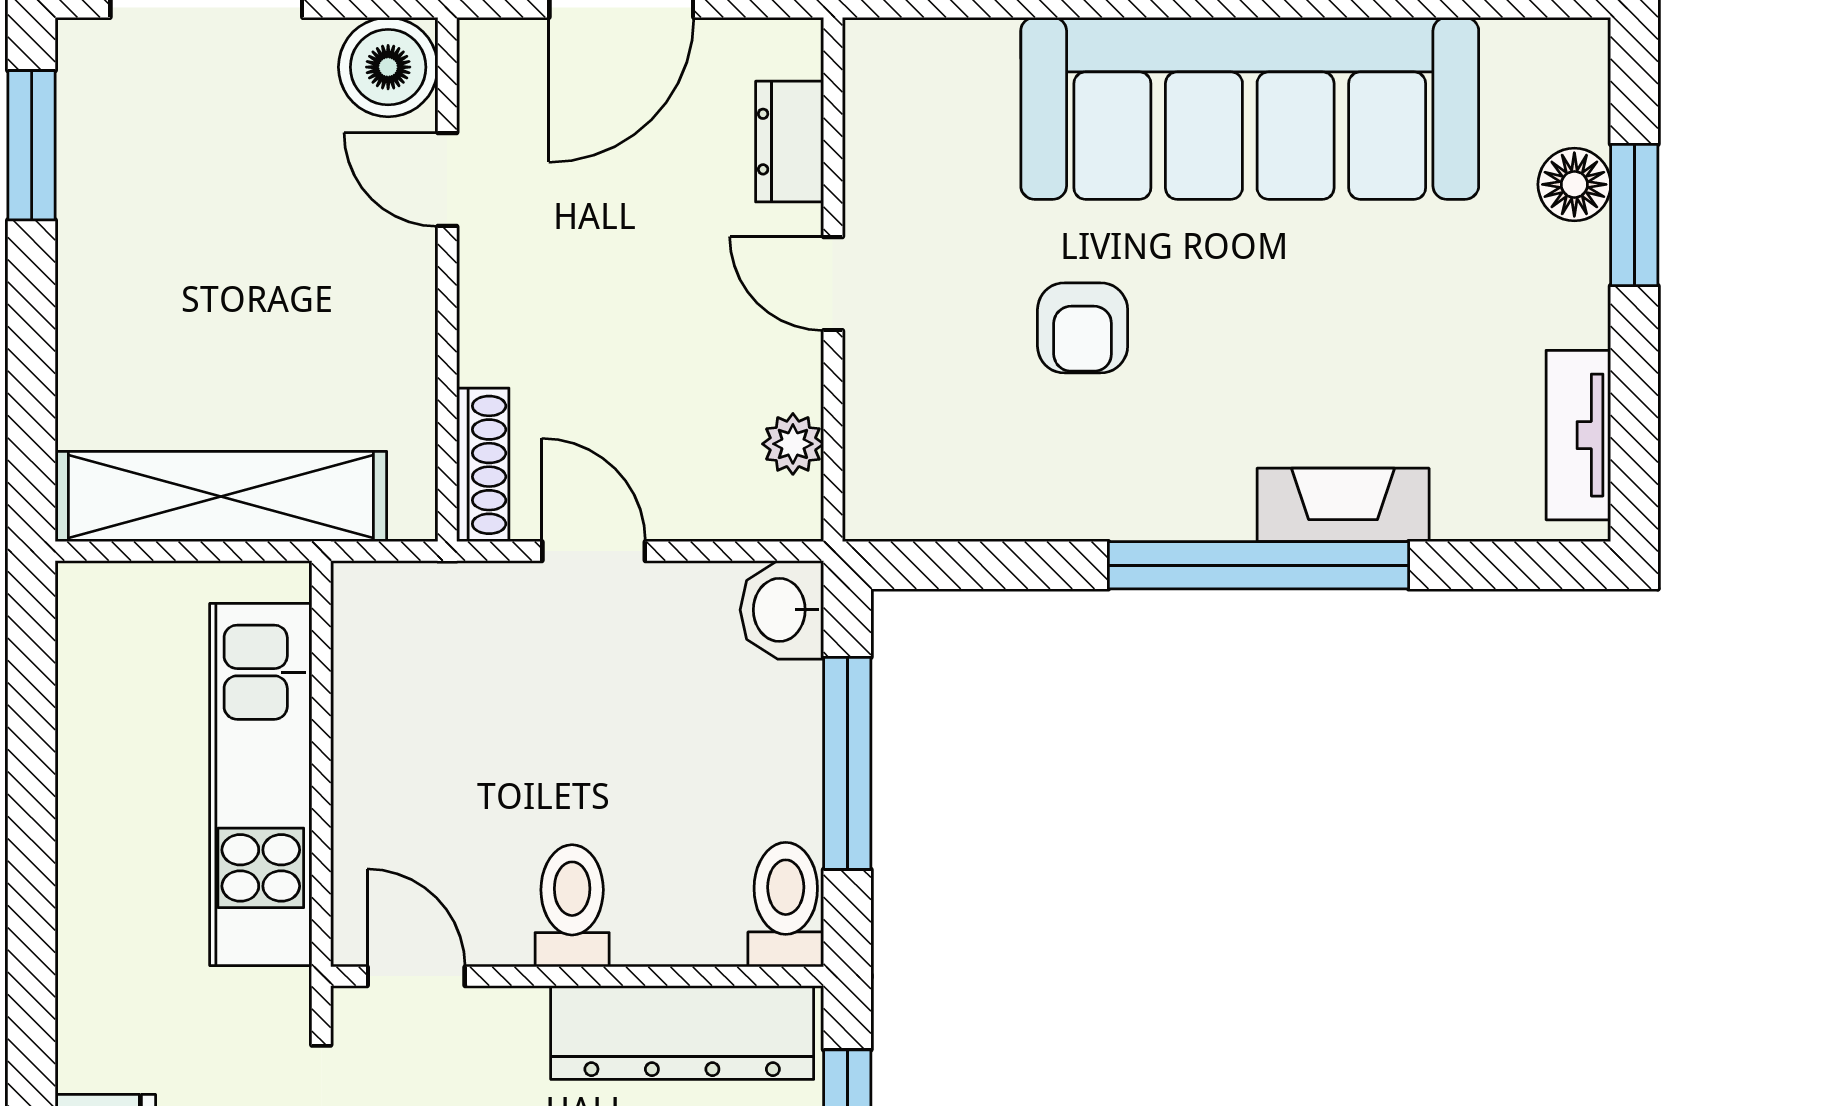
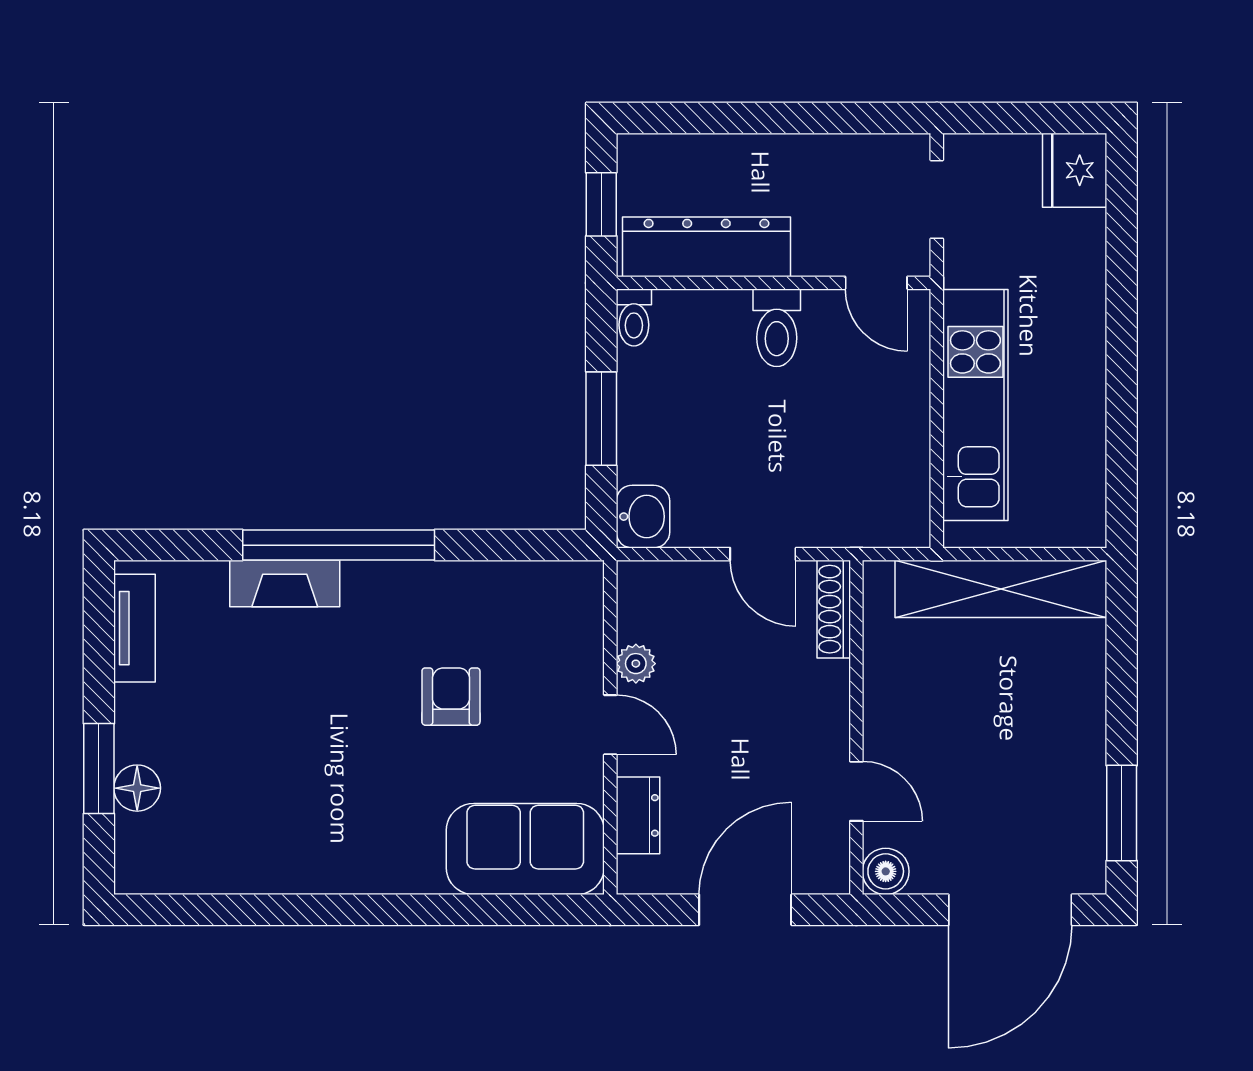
boiler: (388, 67) -> (886, 871), width x0.73, depth x0.73
sofa: (1250, 108) -> (525, 849), moved, width x0.54, depth x0.79
plant: (793, 444) -> (636, 664), moved
window: (847, 763) -> (601, 419), width x0.69
toilet: (786, 905) -> (634, 317), width x0.73, depth x0.72

